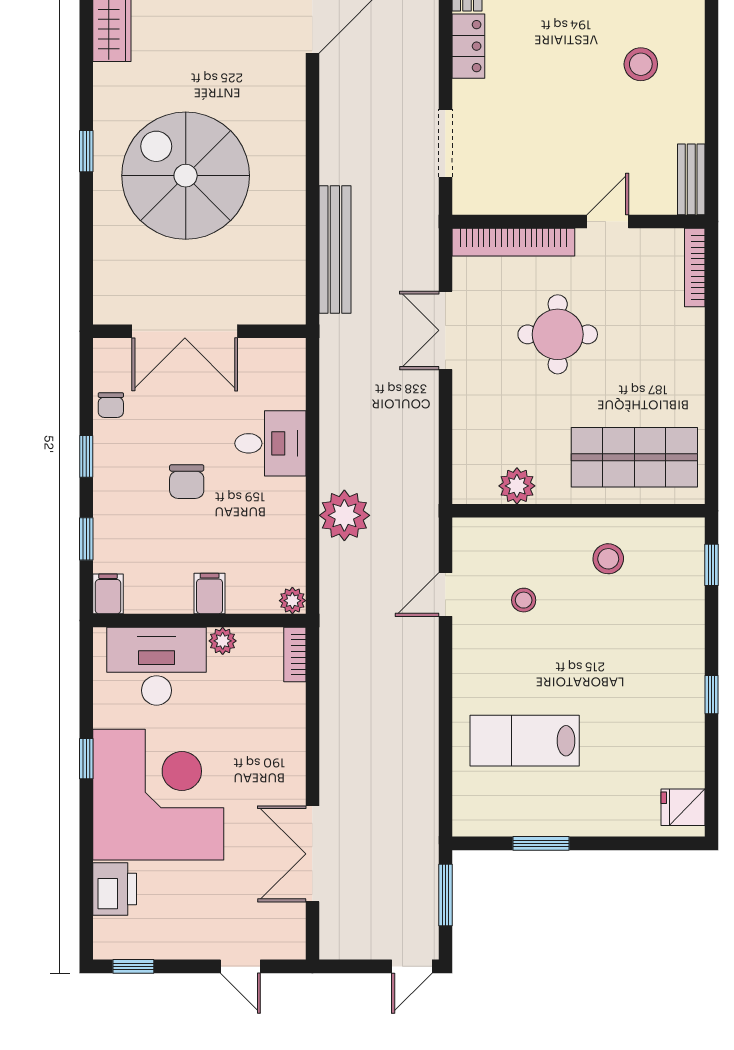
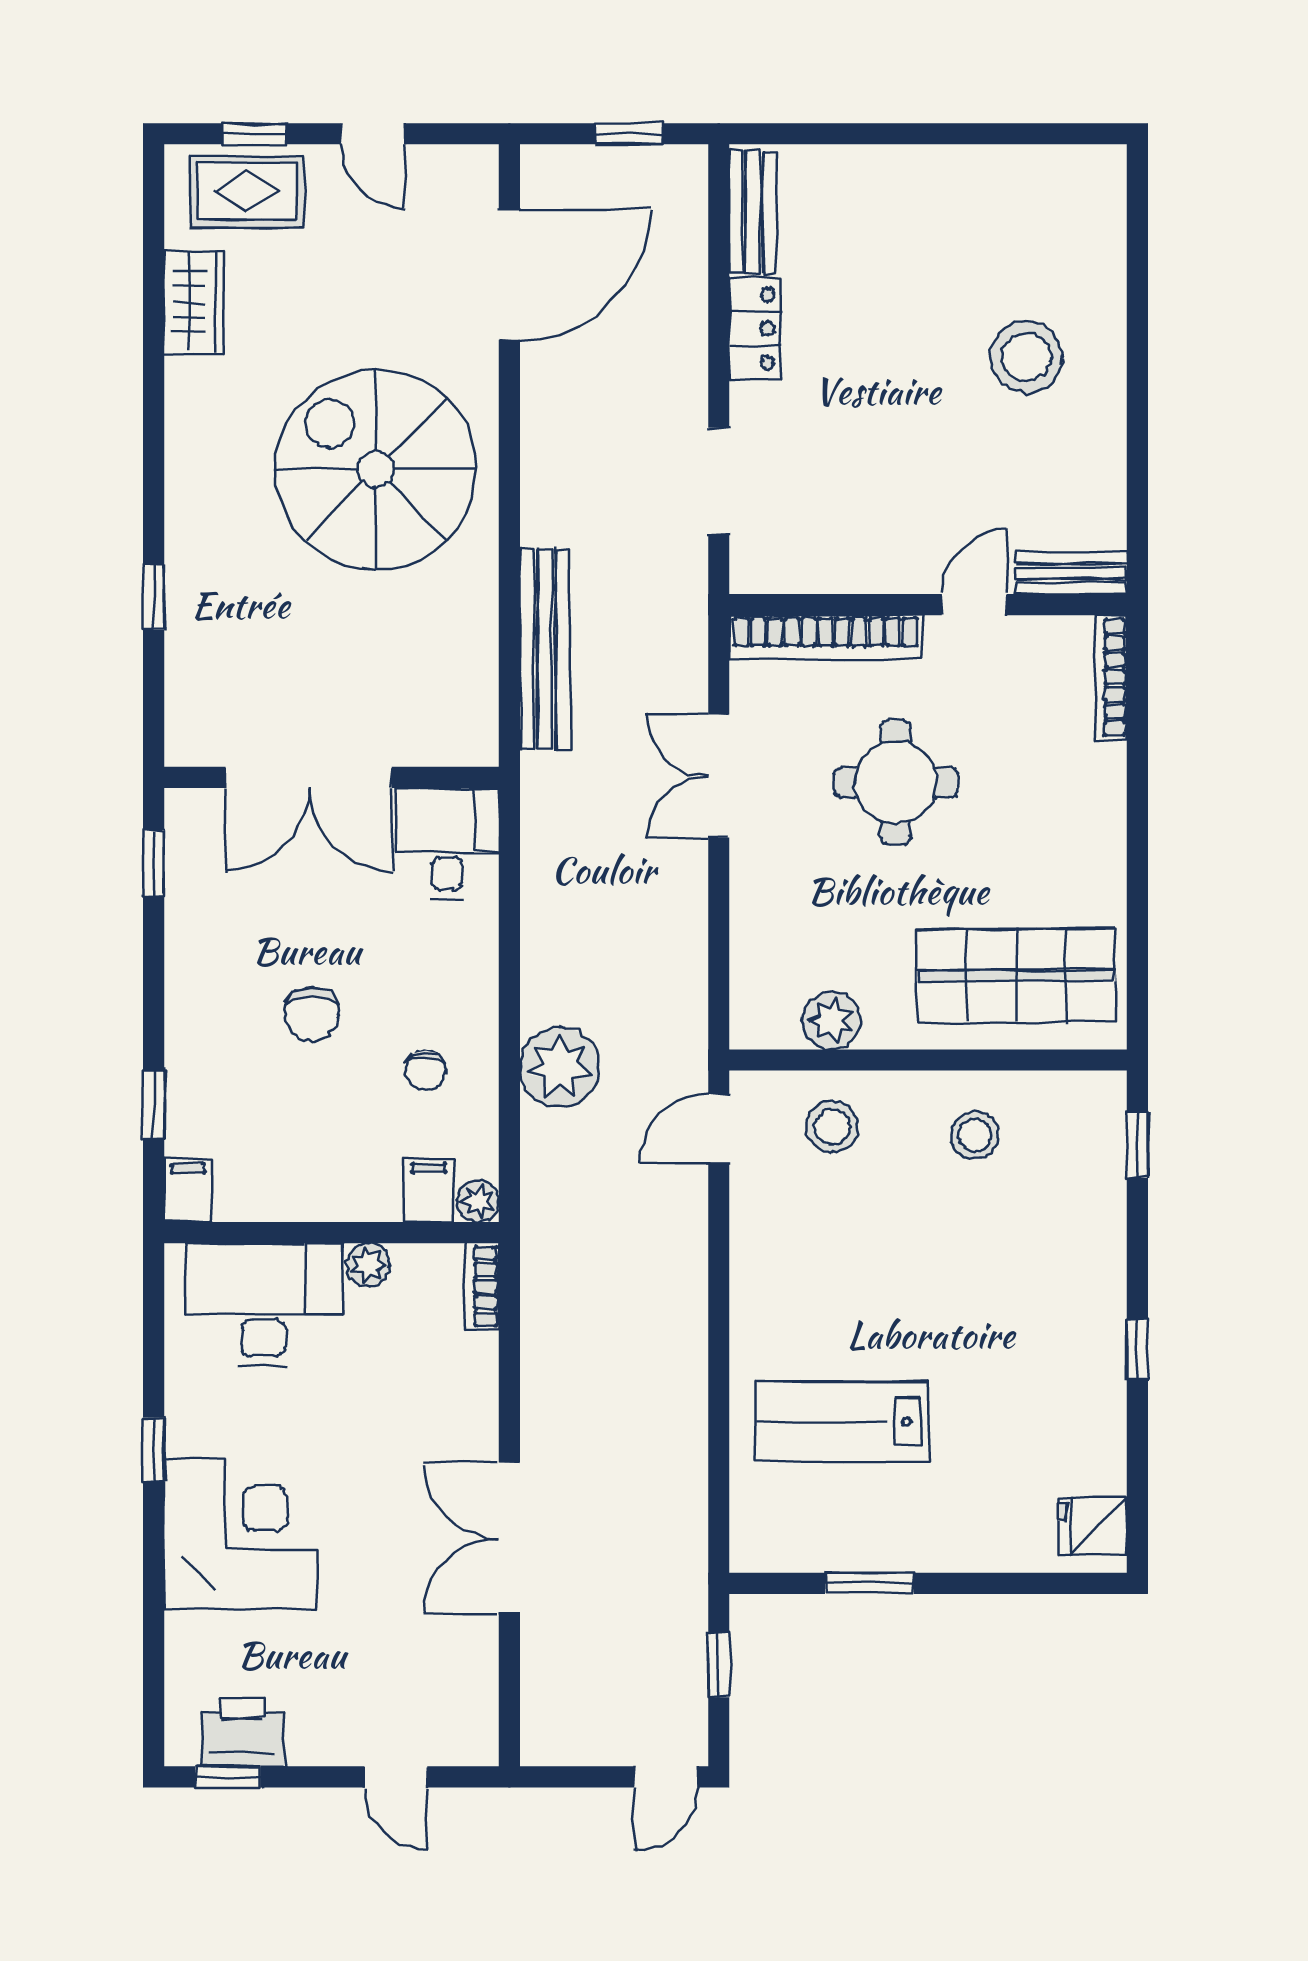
stool: (641, 64) -> (1026, 357), width x1.38, depth x1.38
window: (86, 151) -> (154, 597), moved
spiral stairs: (186, 176) -> (376, 469), moved
bench: (691, 179) -> (1071, 573), moved, turned 90
chair: (111, 405) -> (426, 1070), moved
desk: (270, 443) -> (447, 844), moved, turned -90
window: (86, 456) -> (154, 863), moved
filing cabinet: (210, 594) -> (429, 1190), moved
door: (445, 595) -> (719, 1128), moved
stool: (524, 600) -> (832, 1127), moved, width x1.37, depth x1.37
corner desk: (158, 795) -> (240, 1534), width x0.74, depth x0.74
double door: (312, 854) -> (509, 1538), moved
printer: (115, 889) -> (243, 1732), moved, turned -90
window: (445, 895) -> (719, 1665), width x0.67

